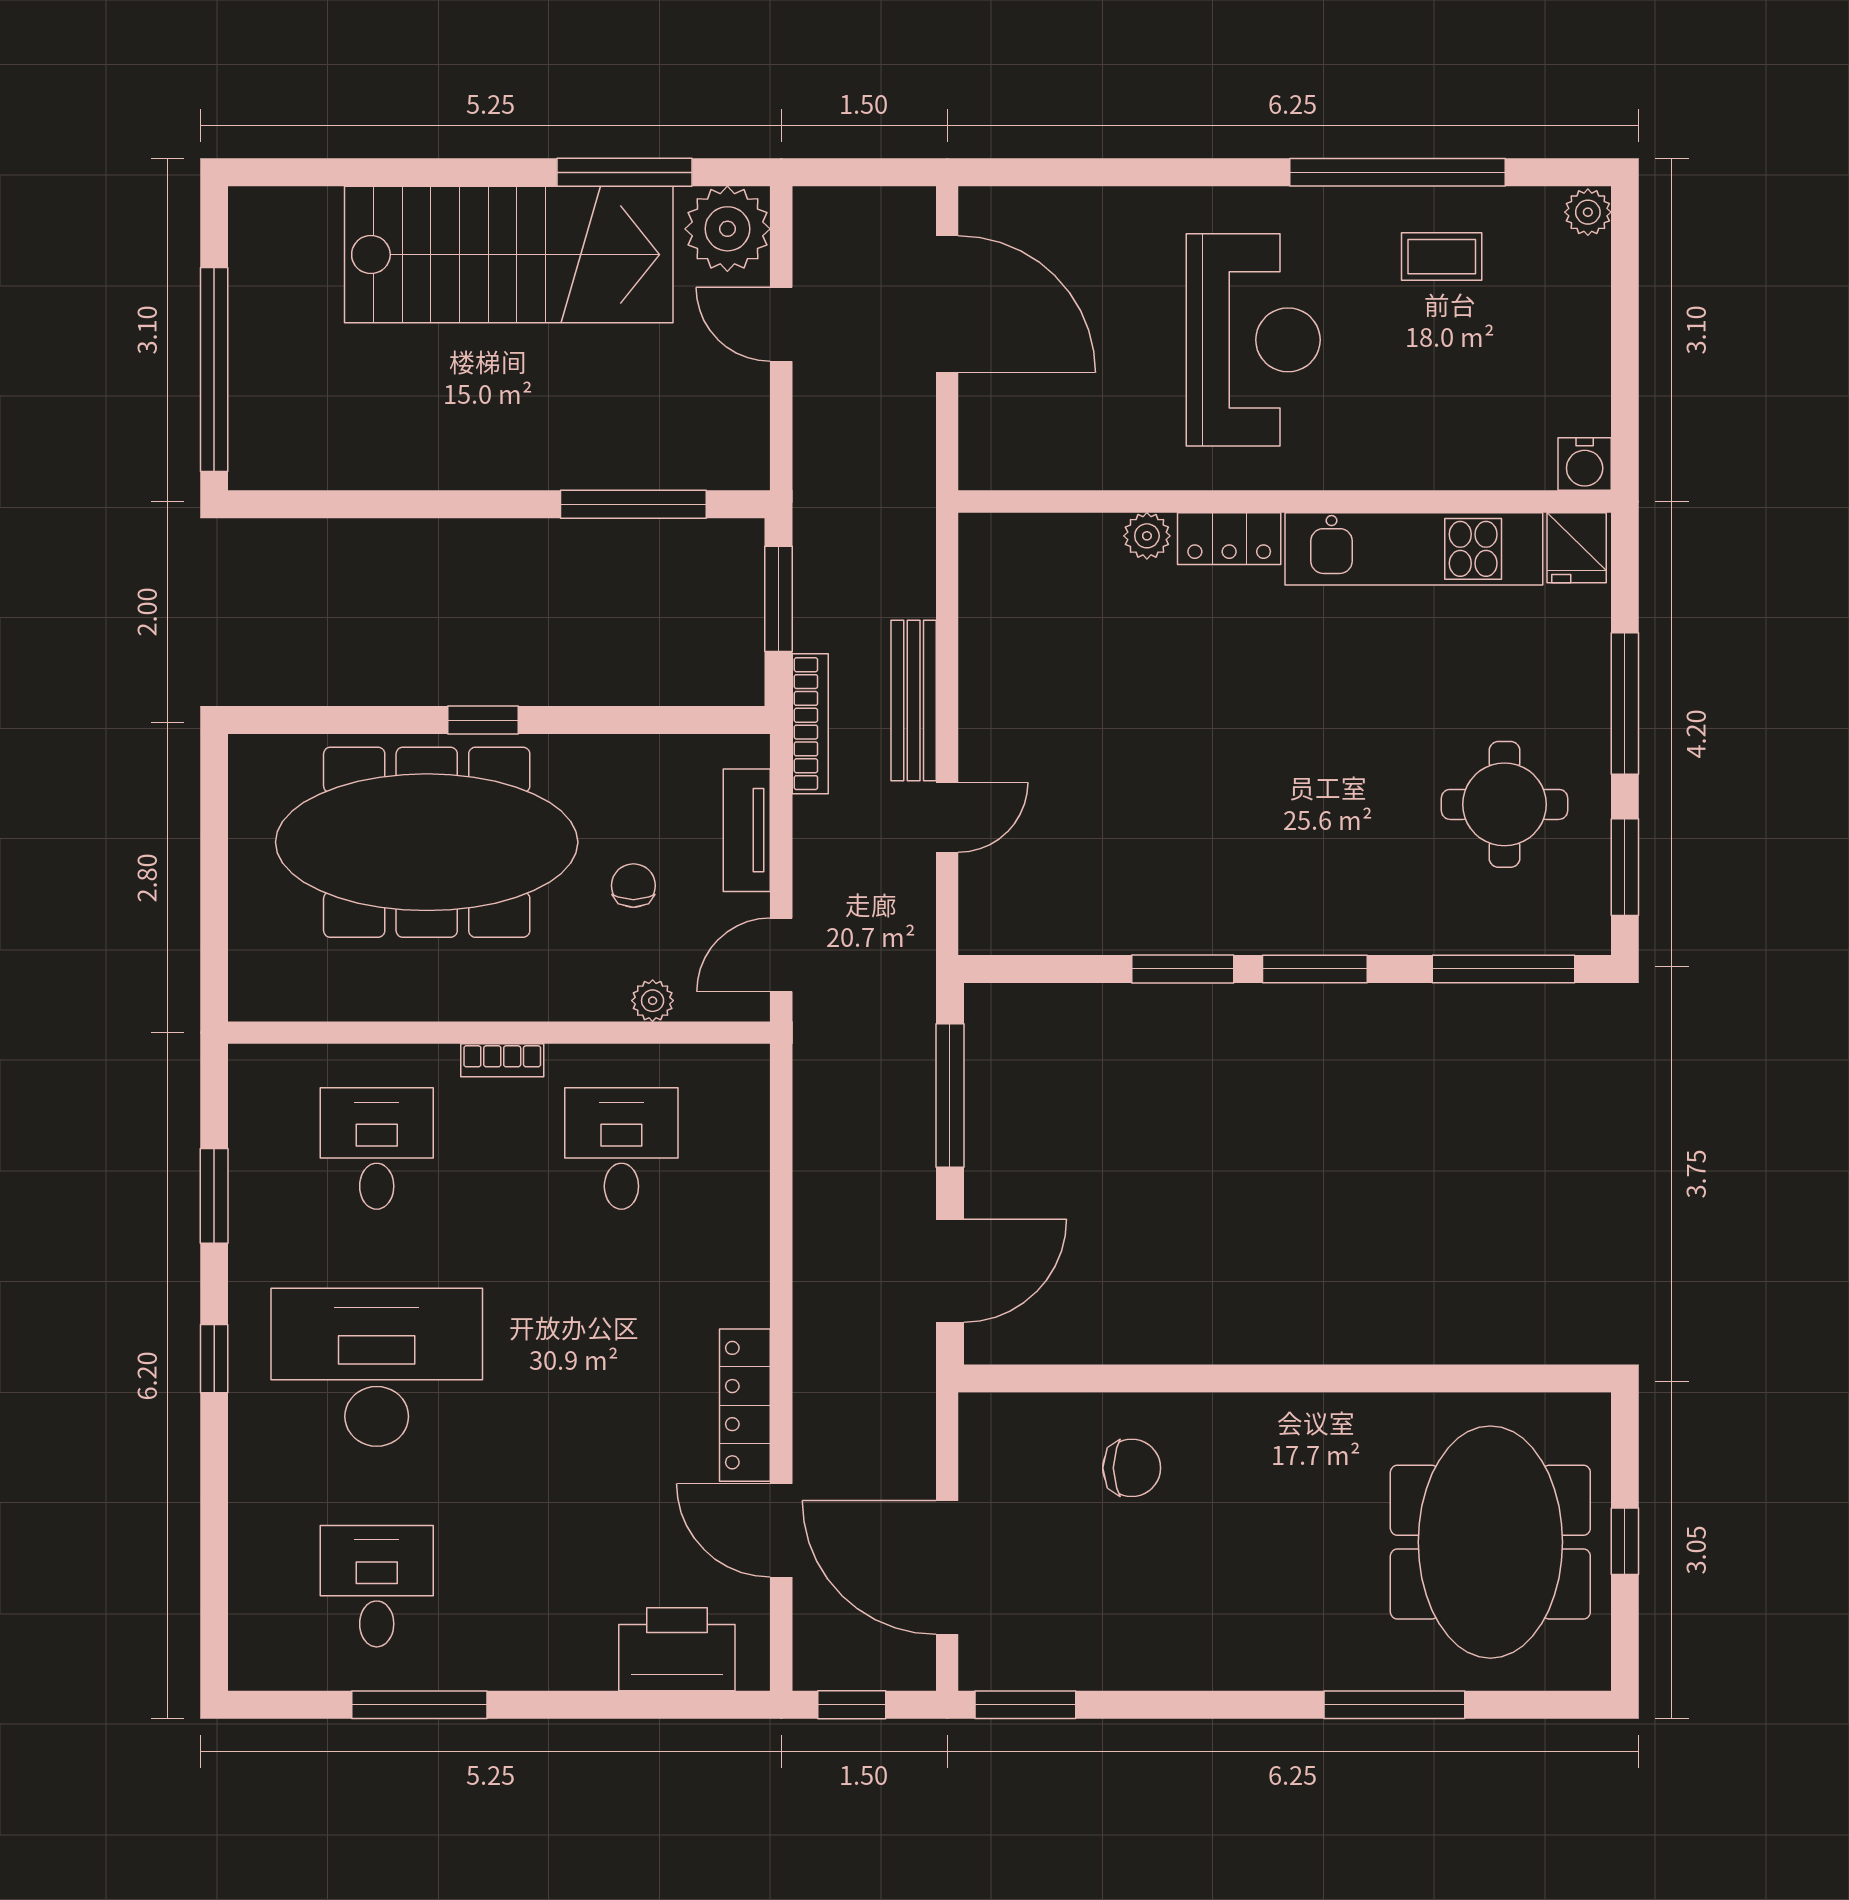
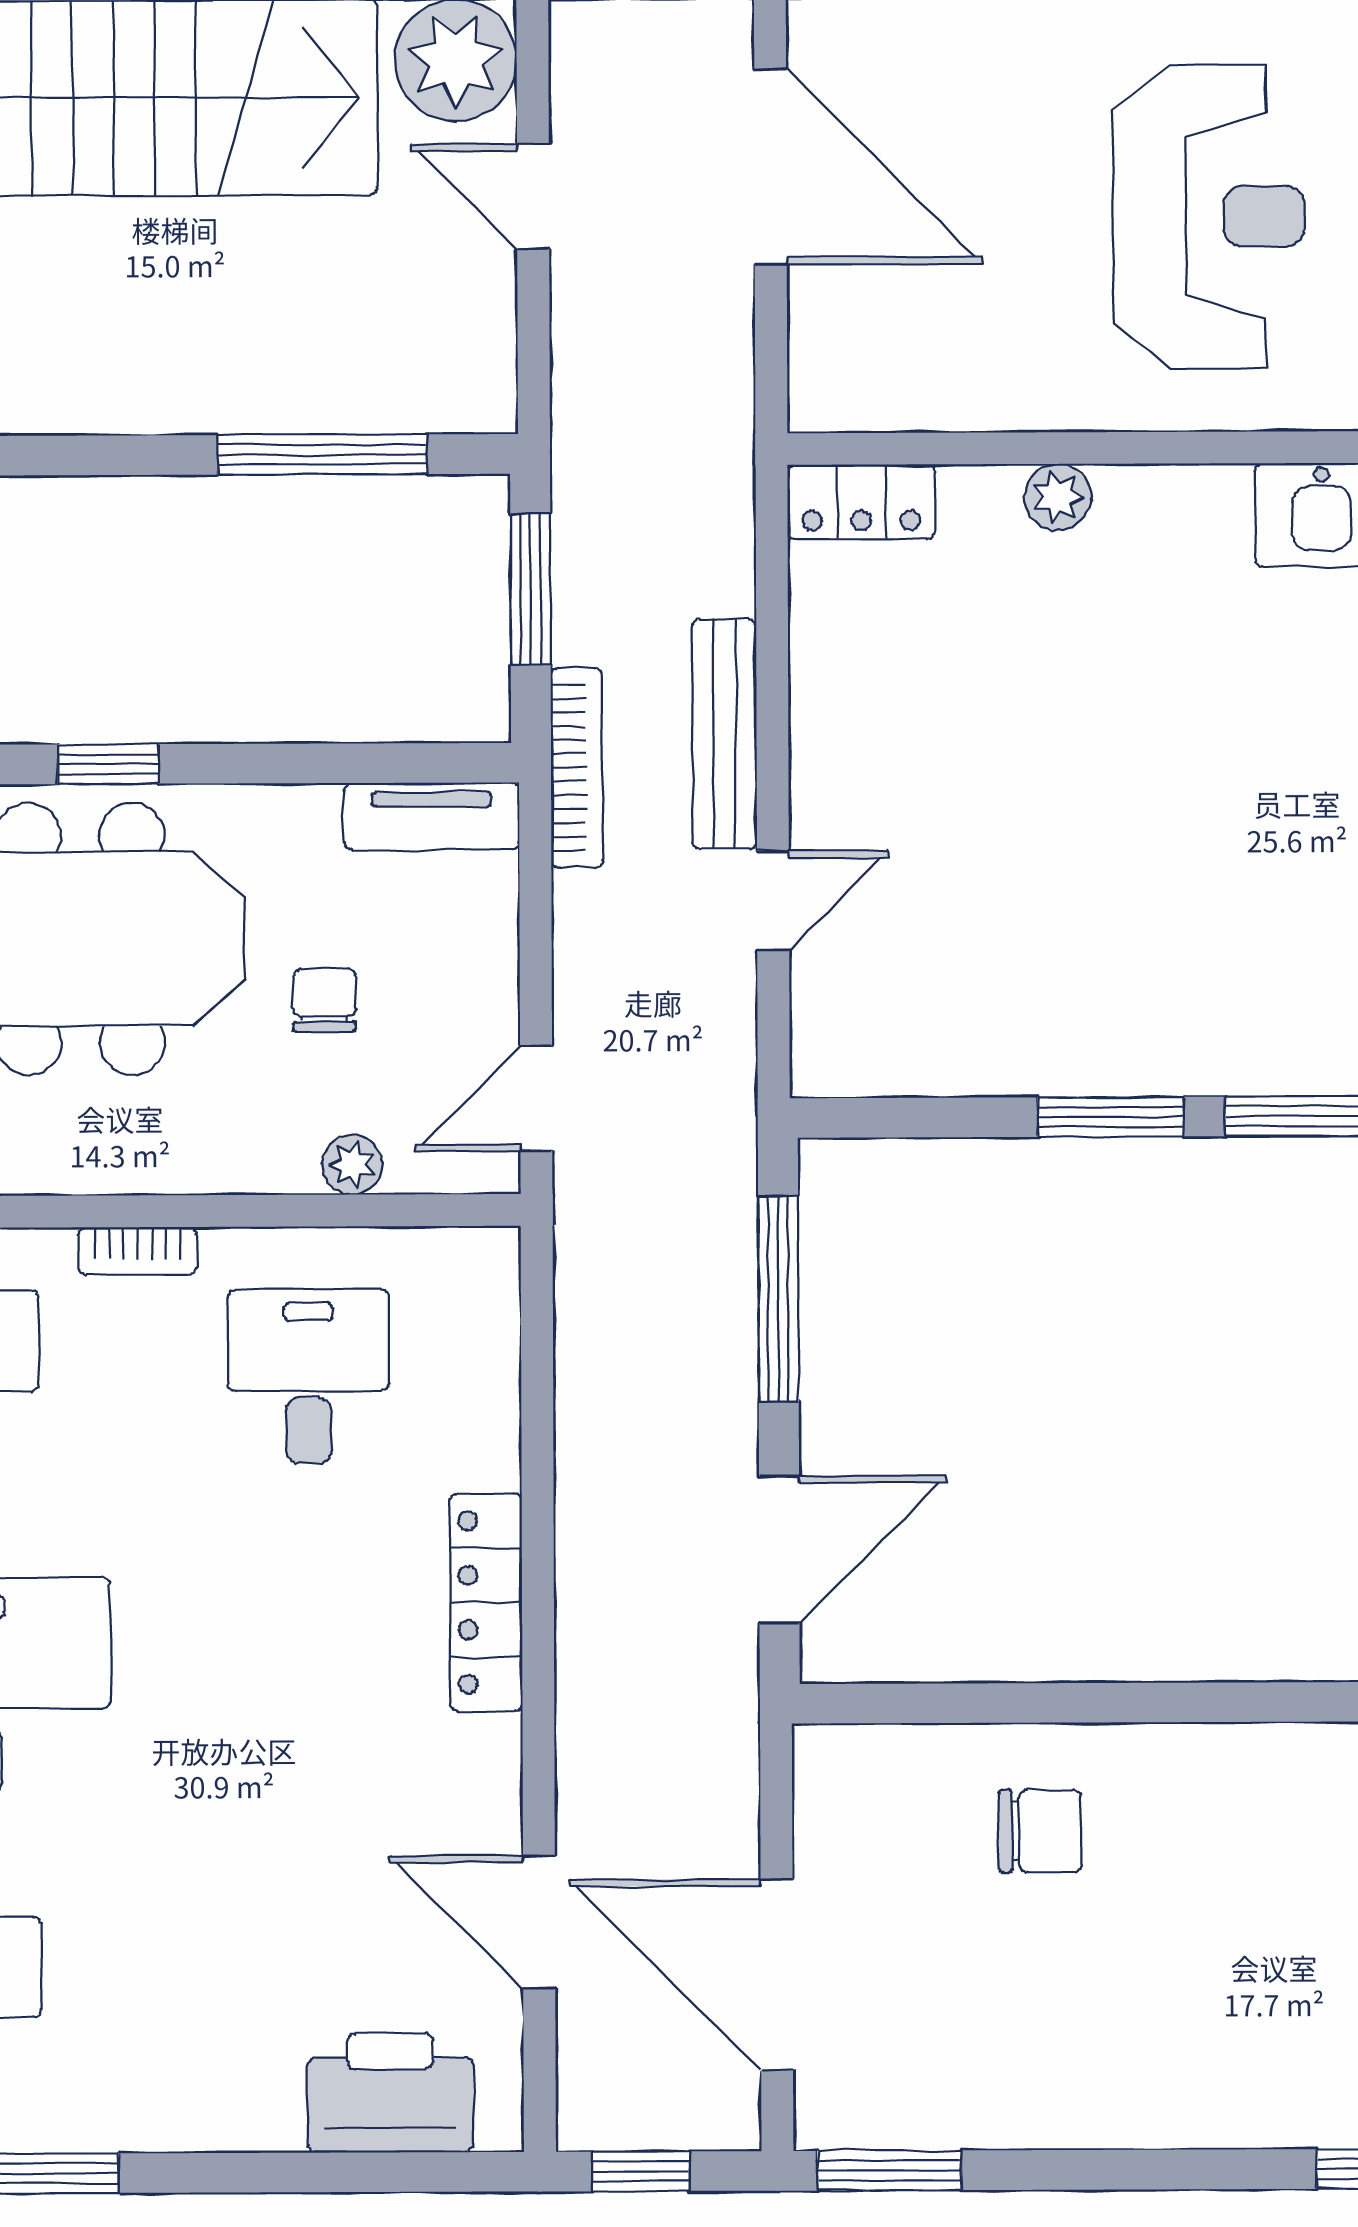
locker: (1229, 539) -> (861, 502), moved
tv unit: (747, 830) -> (432, 816), moved, turned -90
locker: (745, 1405) -> (486, 1602), moved

